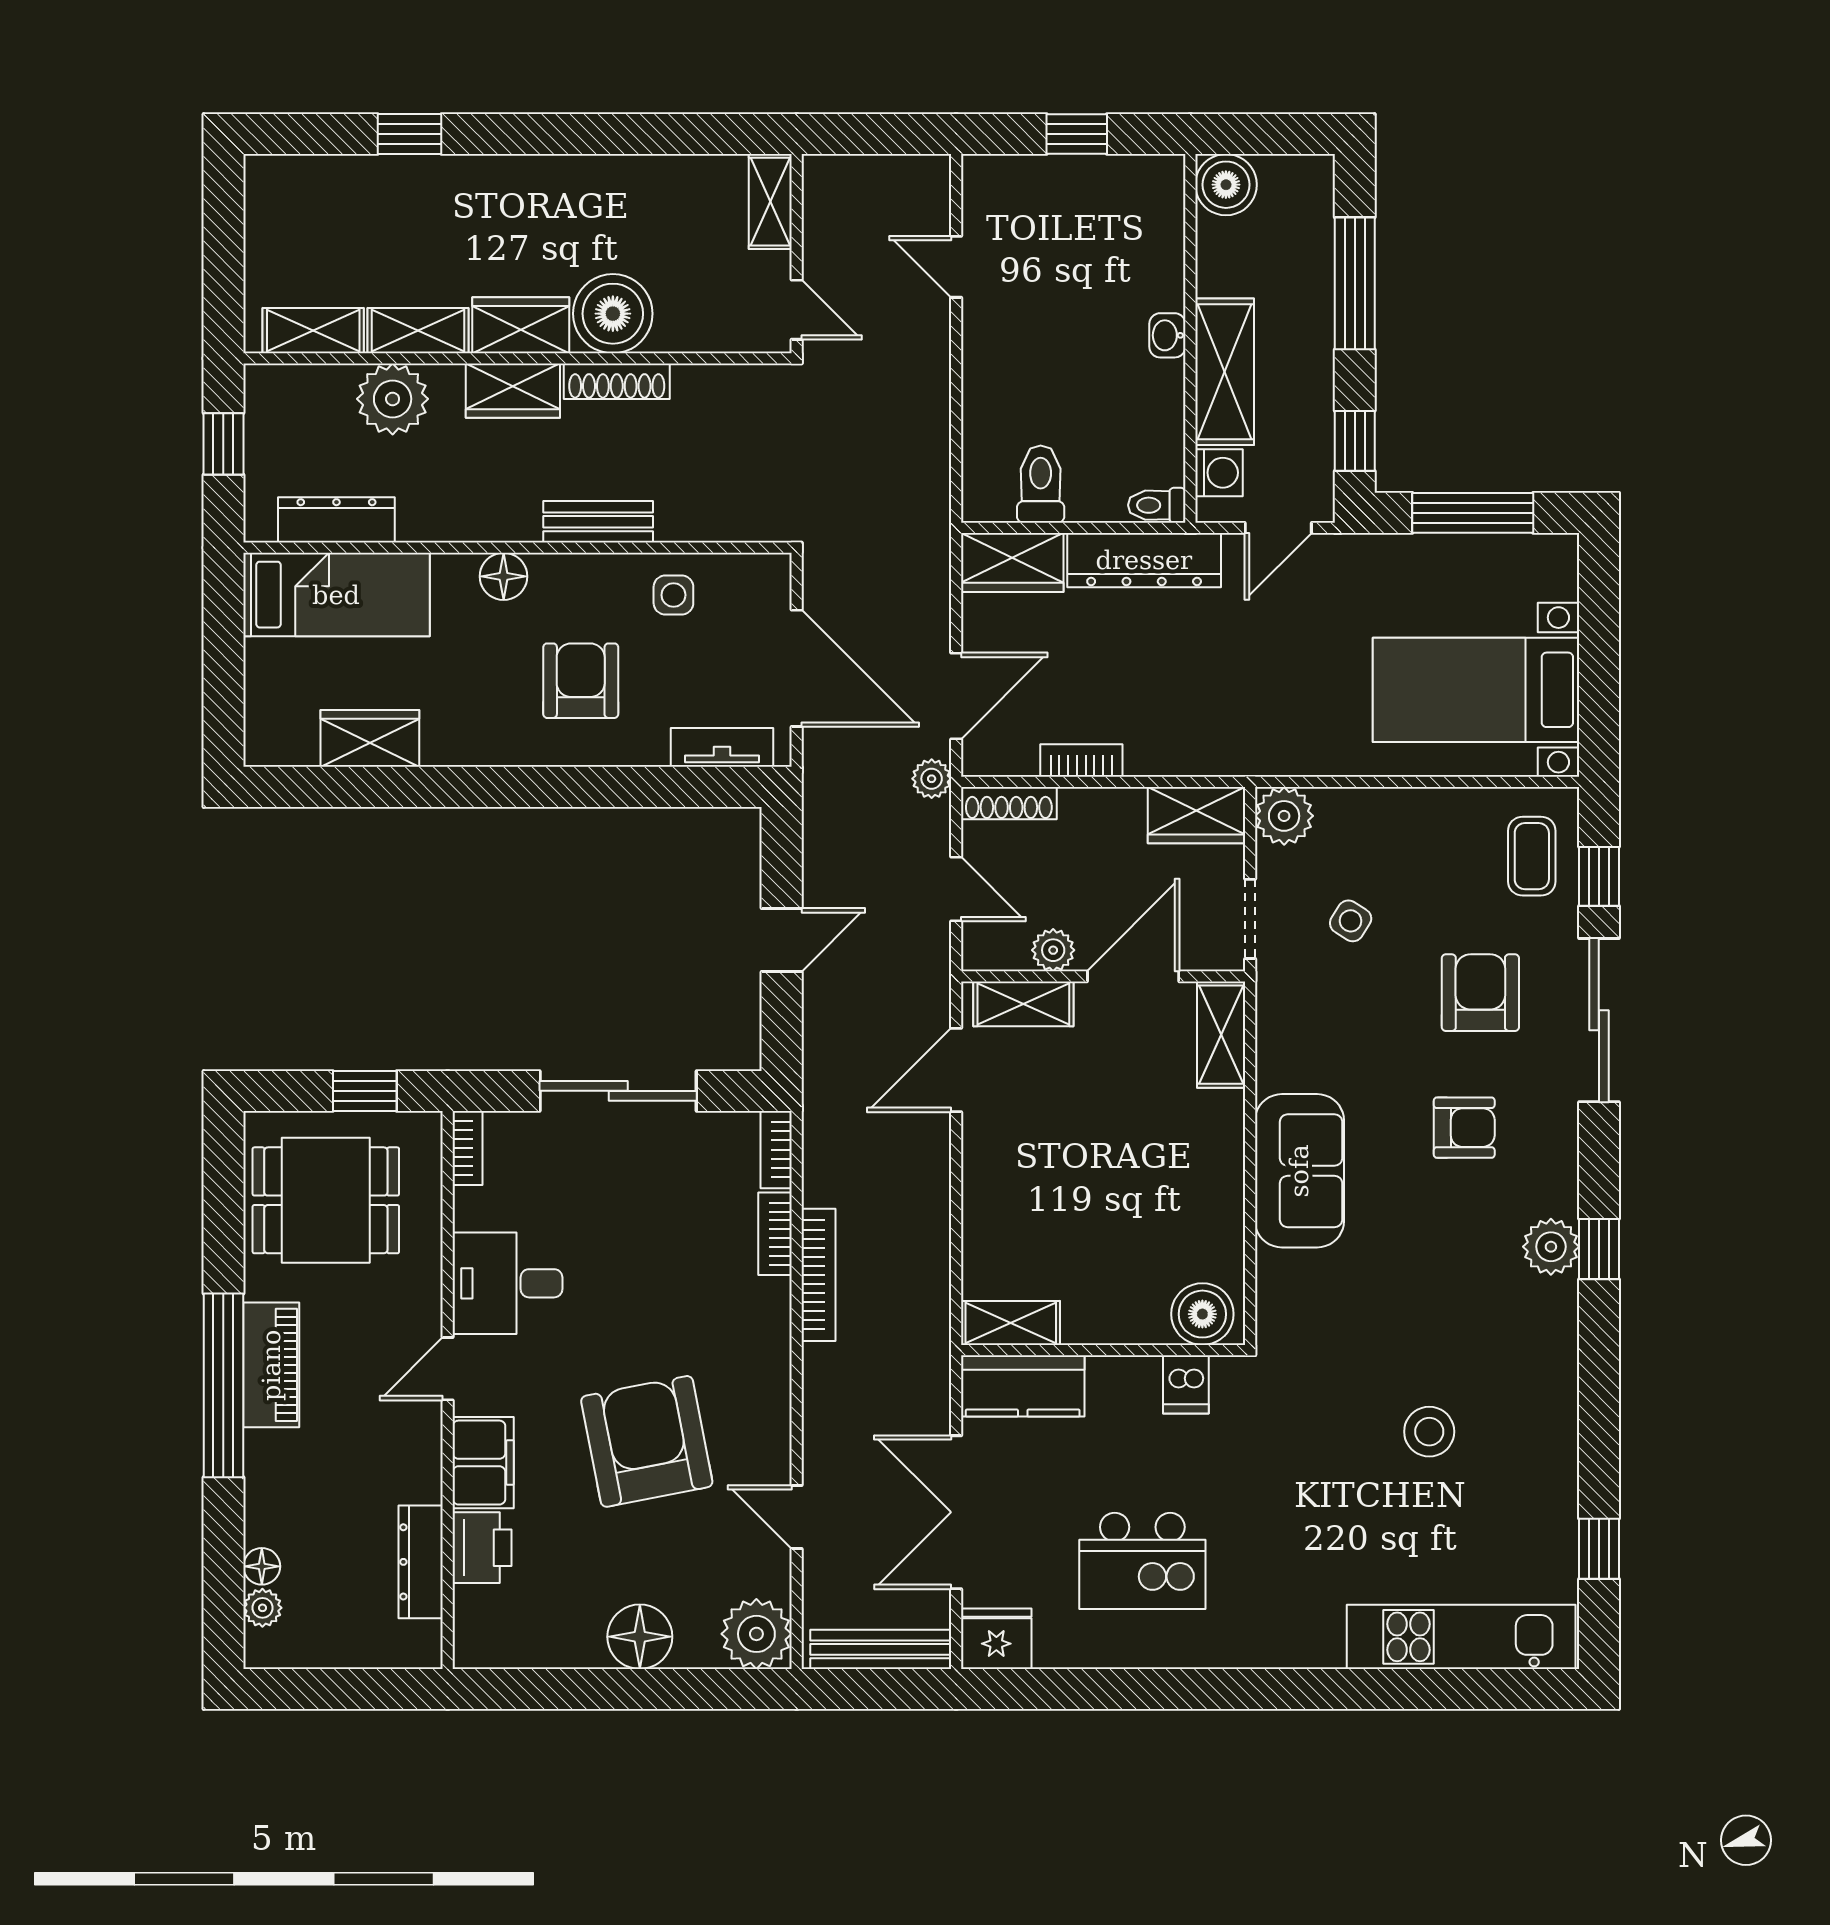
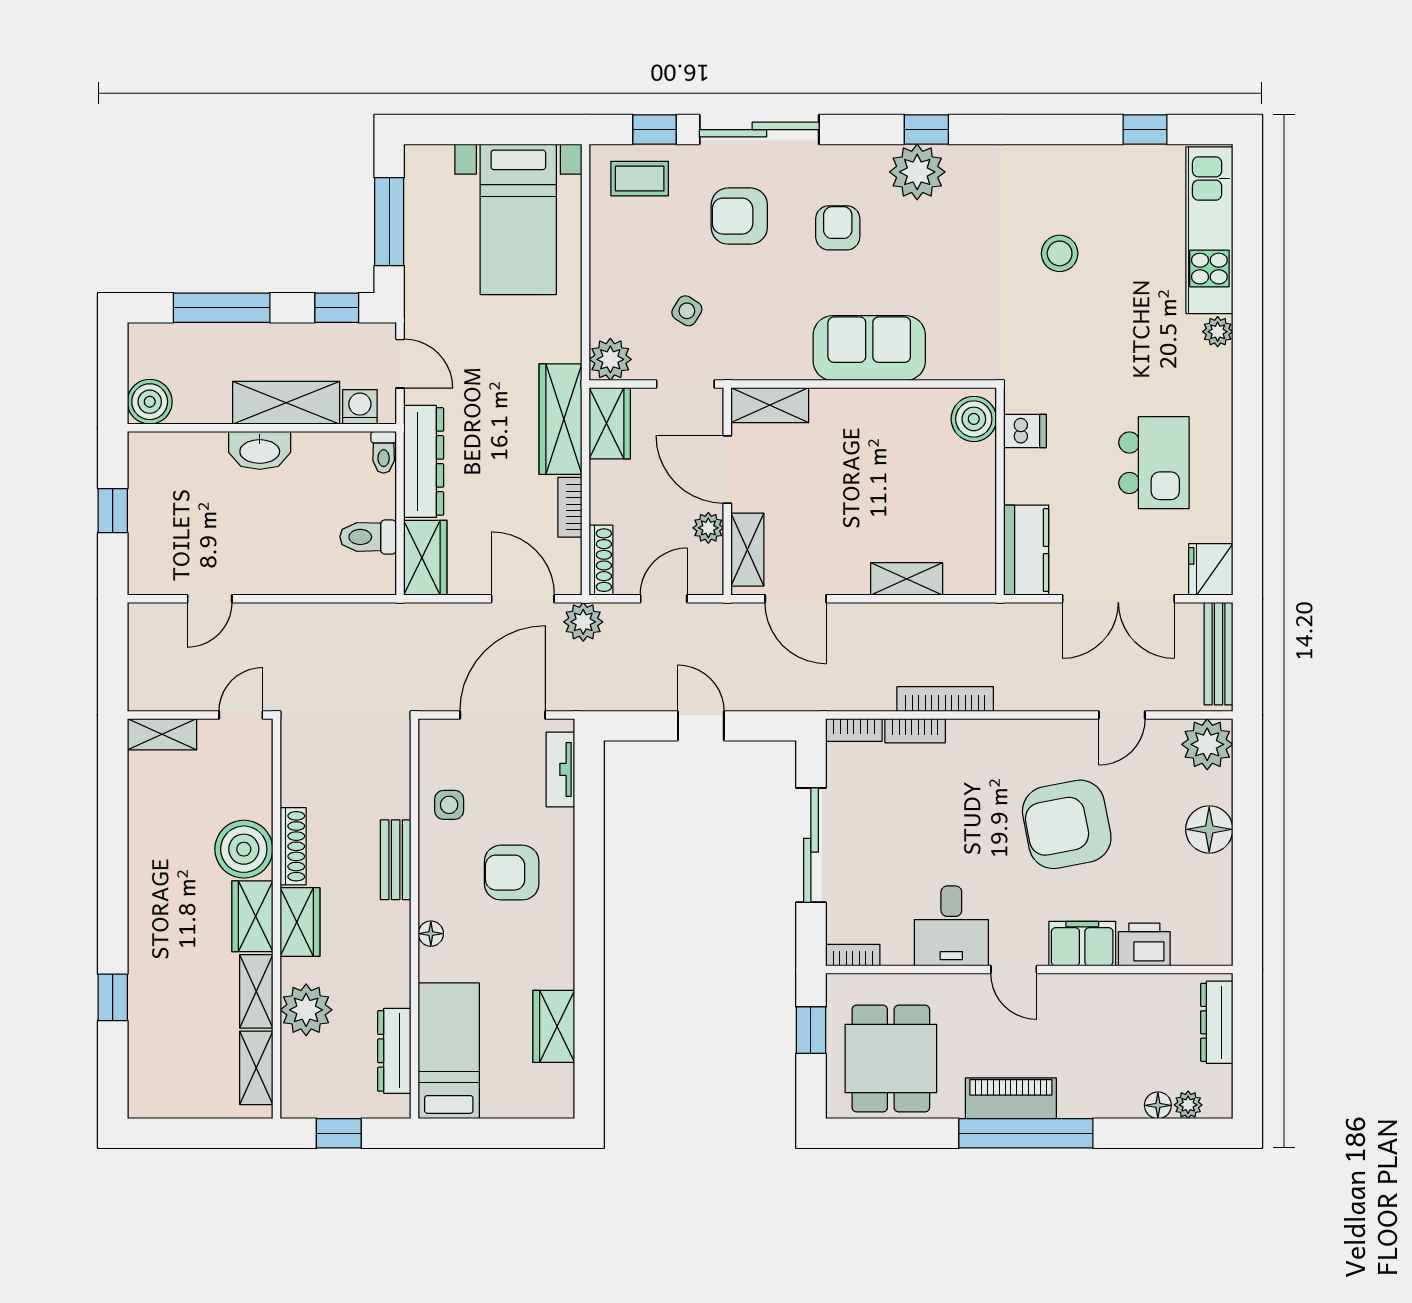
washbasin: (1167, 335) -> (260, 450), width x1.91, depth x1.45
floor lamp: (504, 576) -> (431, 934), width x0.73, depth x0.73
wardrobe: (1202, 748) -> (560, 419), added
plant: (932, 779) -> (583, 622), width x1.38, depth x1.38
plant: (1551, 1247) -> (917, 172), width x1.36, depth x1.36
shelving: (1011, 1323) -> (907, 579), moved, turned 90
dresser: (421, 1562) -> (1217, 1022), moved, turned 90
plant: (1322, 1648) -> (1218, 332), added

